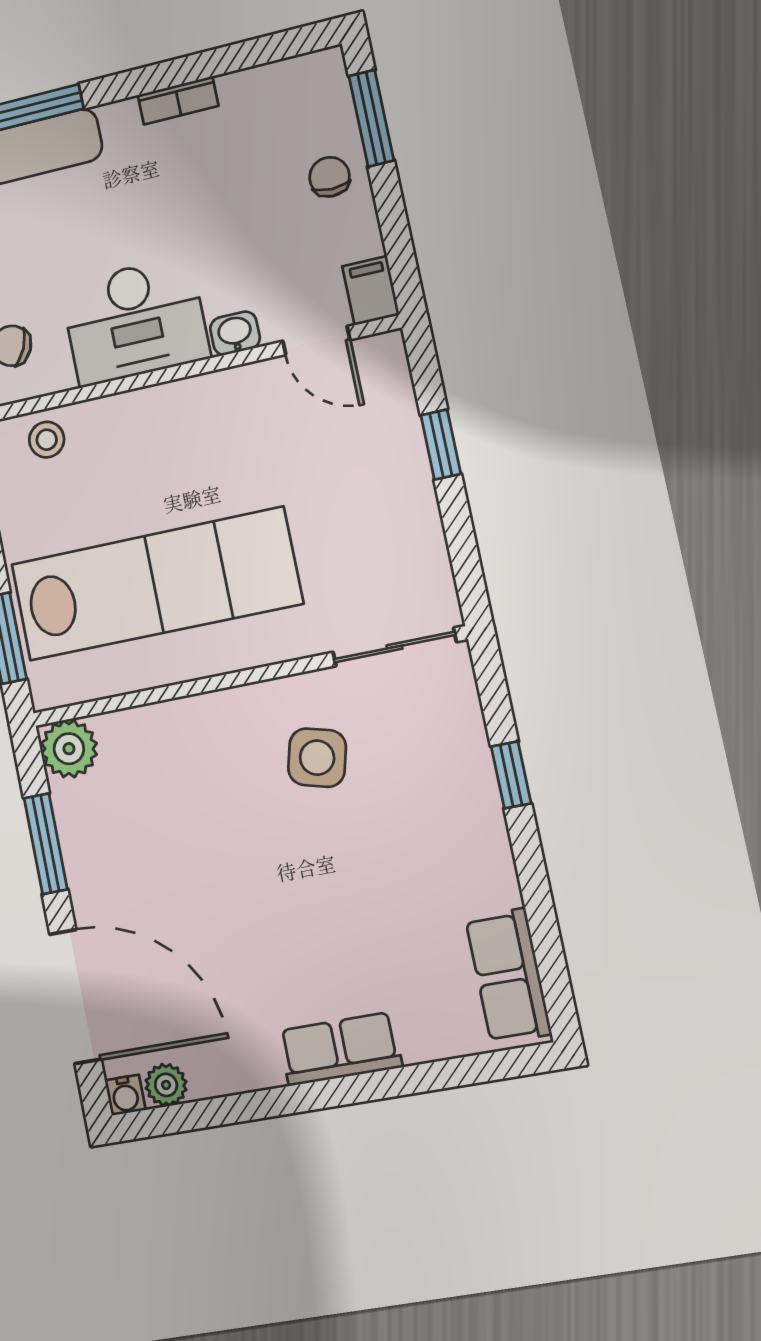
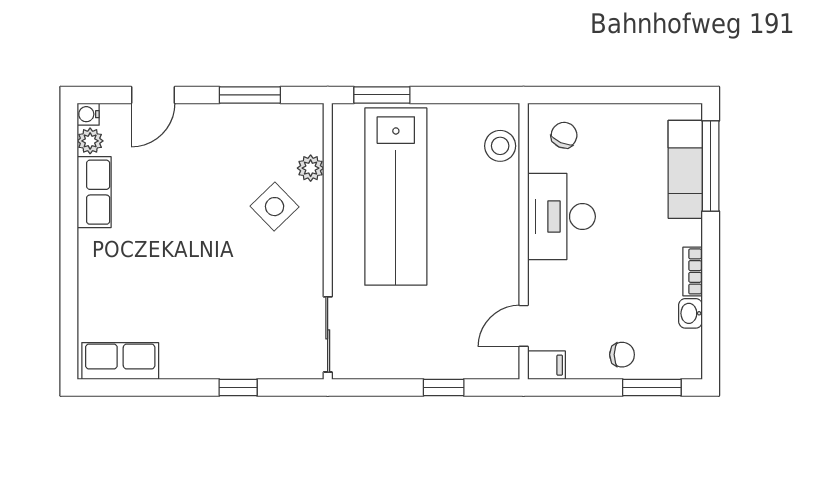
washbasin: (235, 333) -> (690, 313), moved, turned 180
stool: (47, 440) -> (500, 146), width x1.37, depth x1.37
plant: (69, 749) -> (311, 168), moved, width x0.73, depth x0.73
side table: (317, 758) -> (275, 207), moved, turned 31
door: (75, 997) -> (153, 95), width x0.53
row of seats: (340, 1049) -> (94, 192), moved

